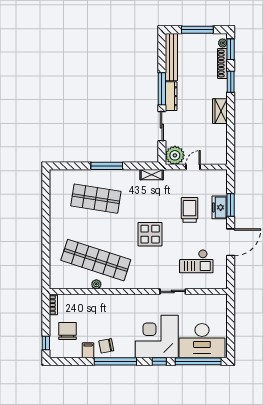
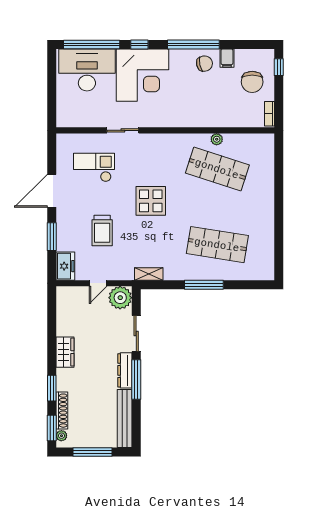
freezer: (220, 207) -> (65, 266), moved
shop shelf: (96, 260) -> (217, 169), width x0.71

